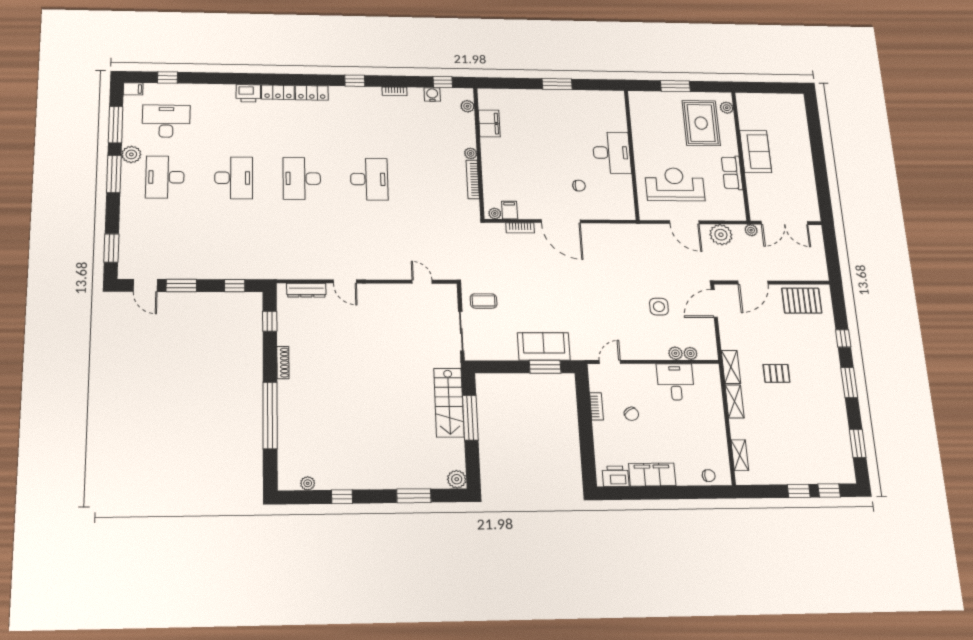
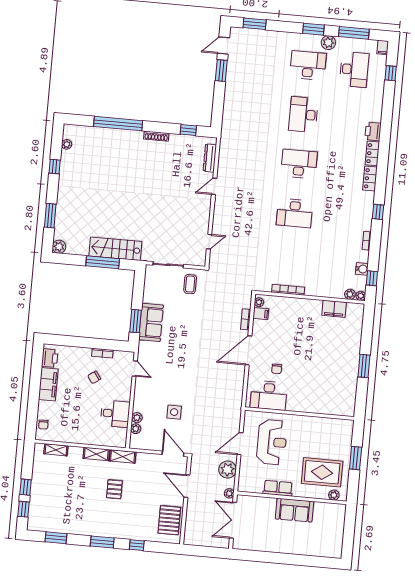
plant: (471, 153) -> (361, 296), moved
desk: (612, 153) -> (269, 395), moved
window: (114, 174) -> (313, 29), width x0.69
desk: (234, 178) -> (303, 115), turned 90
window: (235, 286) -> (218, 108), removed

